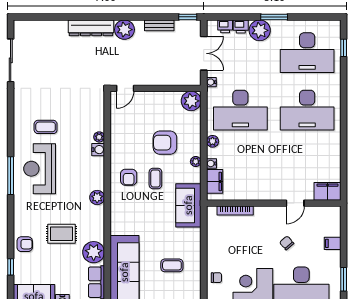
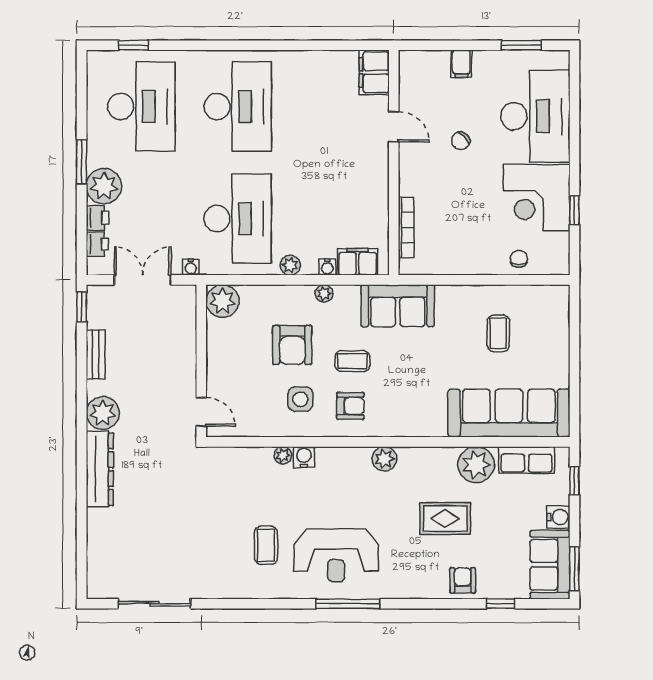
side table: (133, 147) -> (300, 399), added
rug: (61, 234) -> (445, 519), turned 90

